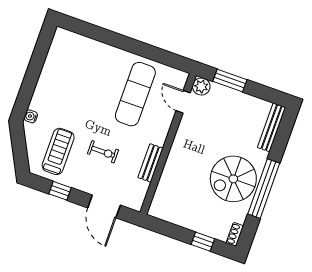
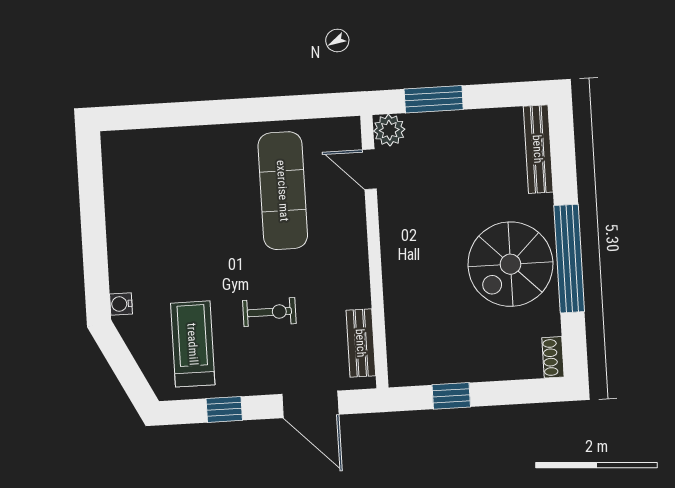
bench: (150, 163) -> (361, 343), moved
window: (203, 242) -> (451, 396), moved

